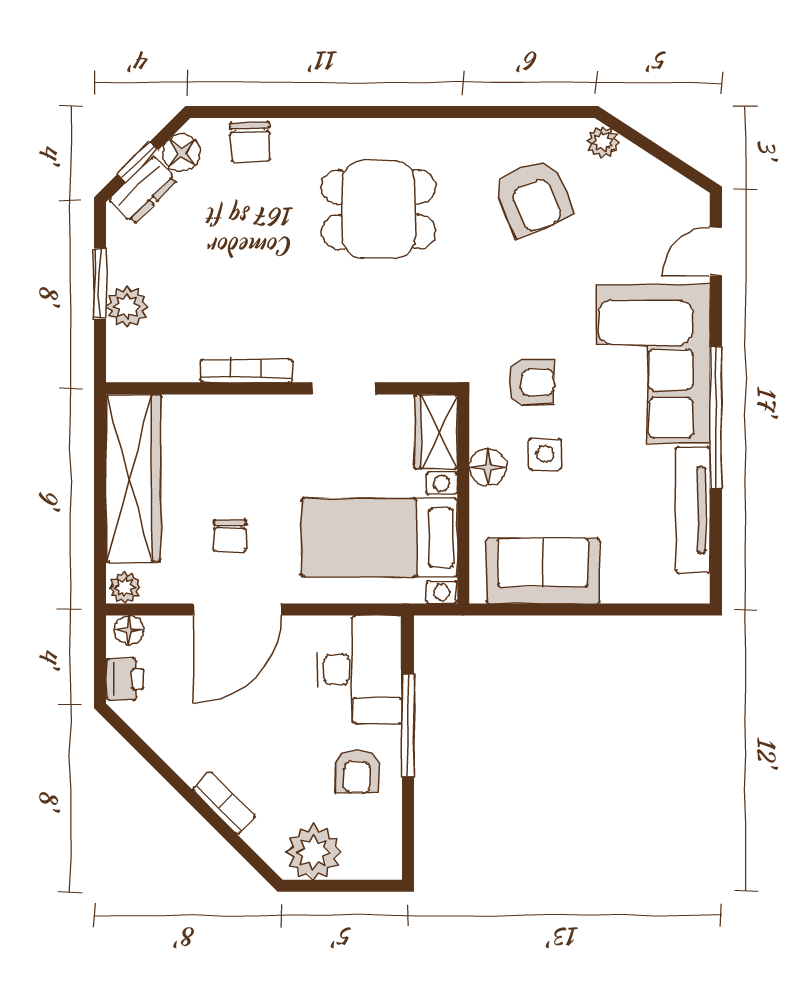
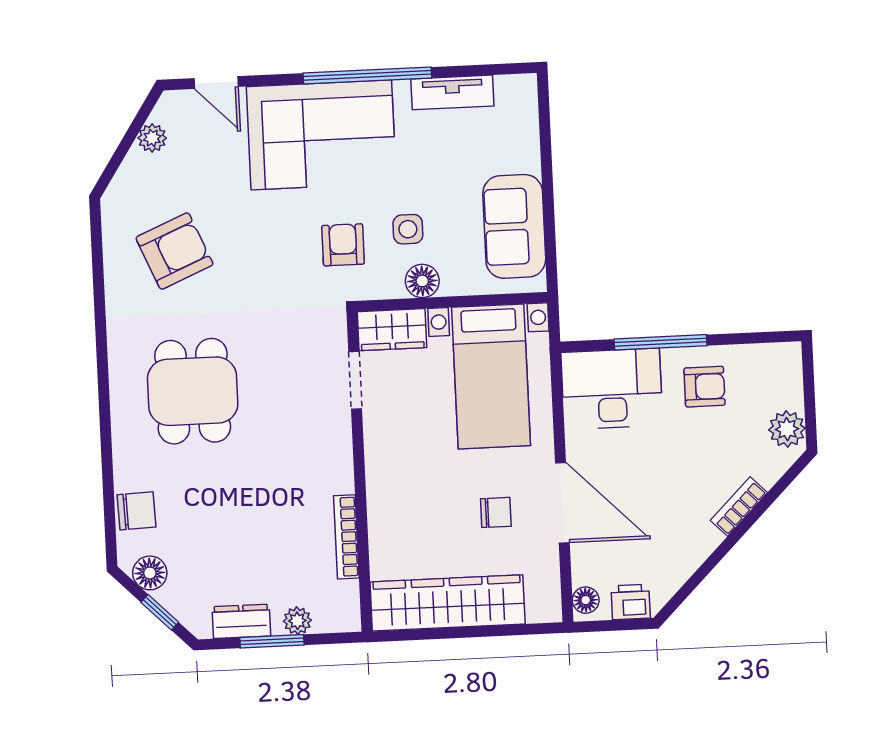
plant: (603, 142) -> (152, 138), moved
dresser: (143, 190) -> (241, 621), moved, turned -45
plant: (127, 307) -> (297, 621), width x0.73, depth x0.73
bookcase: (246, 371) -> (346, 537), moved
doorway: (344, 388) -> (355, 380), moved
tv unit: (693, 510) -> (452, 92), width x0.71
plant: (125, 587) -> (547, 606), removed
plant: (314, 852) -> (787, 429), width x0.73, depth x0.73

